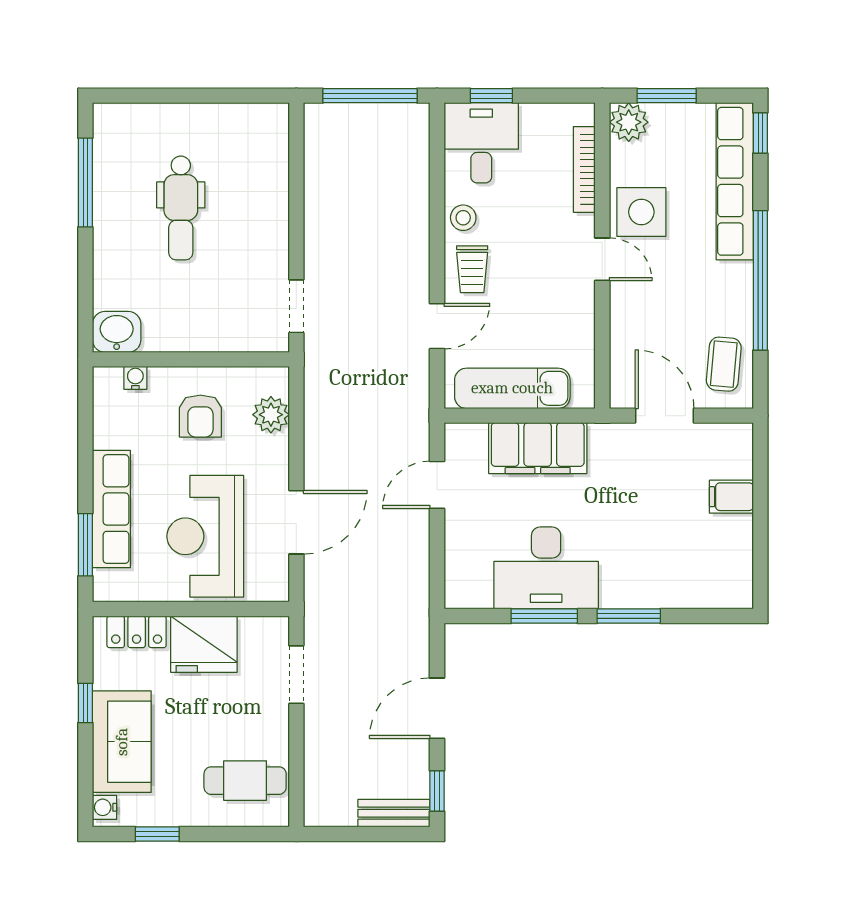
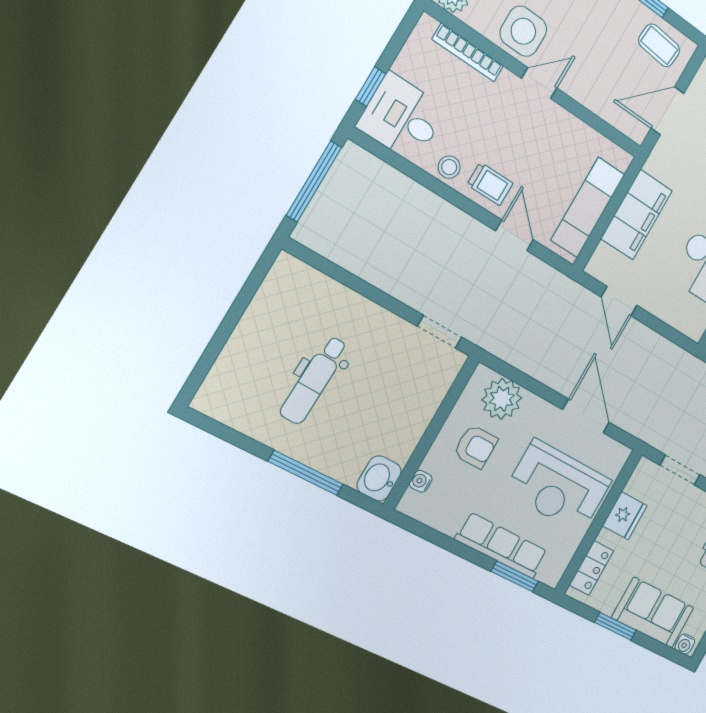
window: (85, 182) -> (306, 473), moved
dental chair: (181, 208) -> (314, 380), turned 92
plant: (271, 415) -> (502, 399), width x1.36, depth x1.36
fridge: (204, 644) -> (625, 516), width x0.73, depth x0.75
window: (85, 703) -> (615, 626), width x1.50

